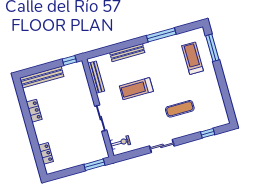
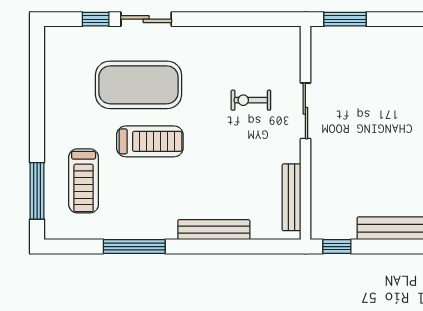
treadmill: (136, 89) -> (150, 141), moved
exercise mat: (180, 109) -> (138, 85), width x2.00, depth x1.45
exercise bike: (120, 142) -> (251, 100), moved
sliding door: (162, 146) -> (146, 19), moved

